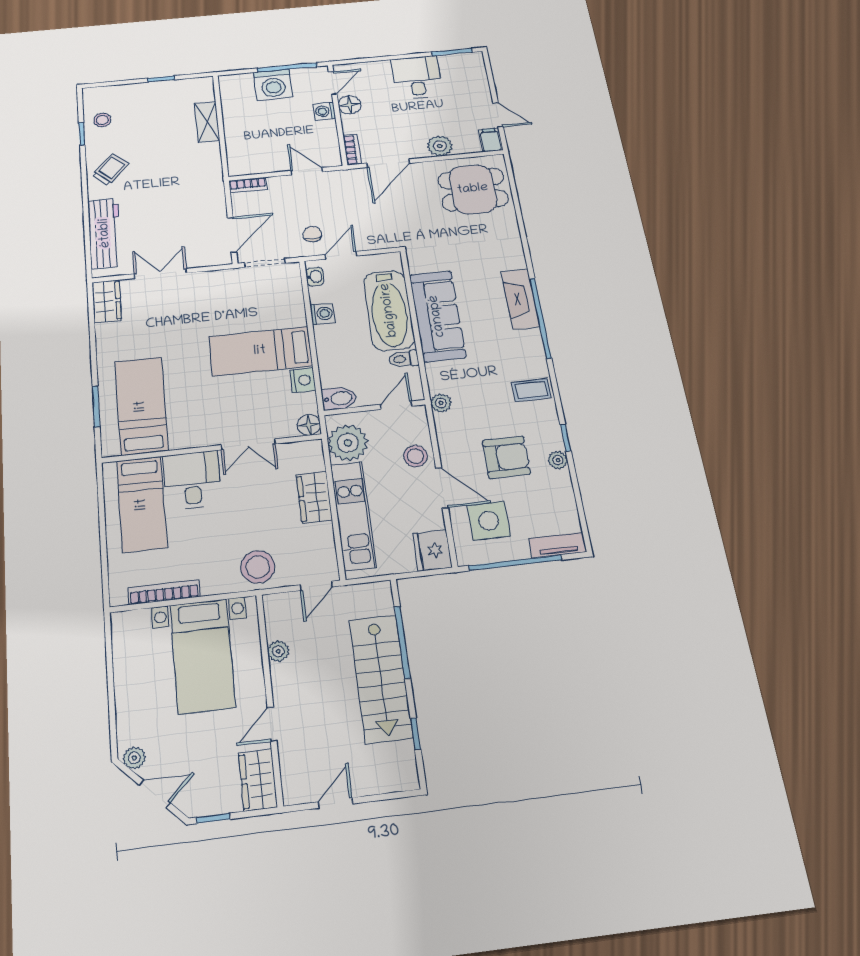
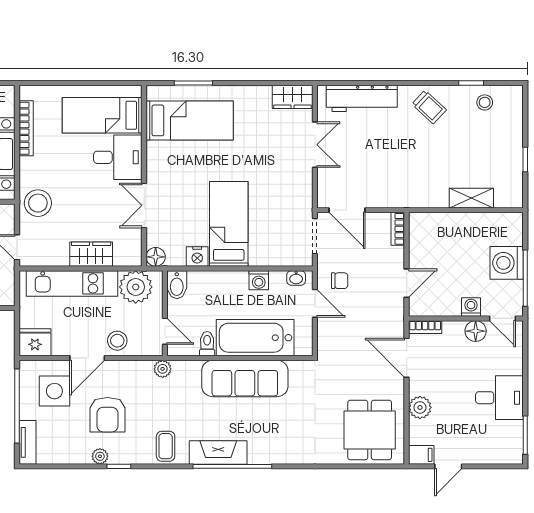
fireplace: (520, 299) -> (218, 452), moved

